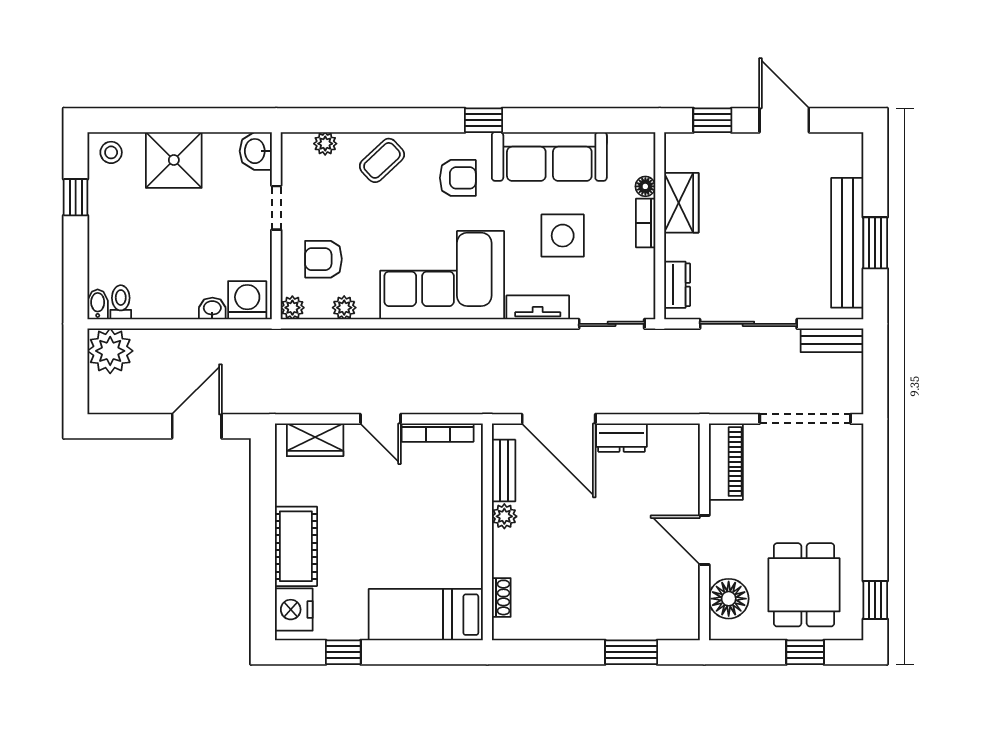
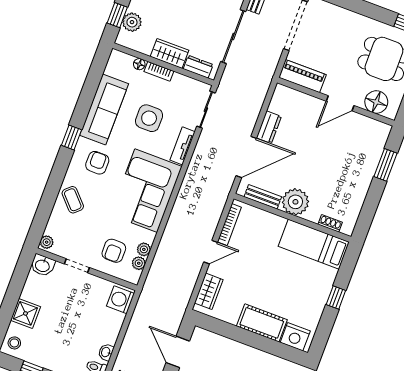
plant: (325, 144) -> (47, 242), moved
plant: (710, 149) -> (132, 22), added
shower: (174, 160) -> (25, 313), width x0.73, depth x0.73
wardrobe: (681, 203) -> (169, 53), moved
washbasin: (212, 308) -> (106, 352), moved
plant: (292, 308) -> (139, 263), moved
plant: (504, 516) -> (295, 202), width x1.87, depth x1.87
bed: (426, 615) -> (314, 244), moved, turned 90
window: (343, 652) -> (336, 297), moved

